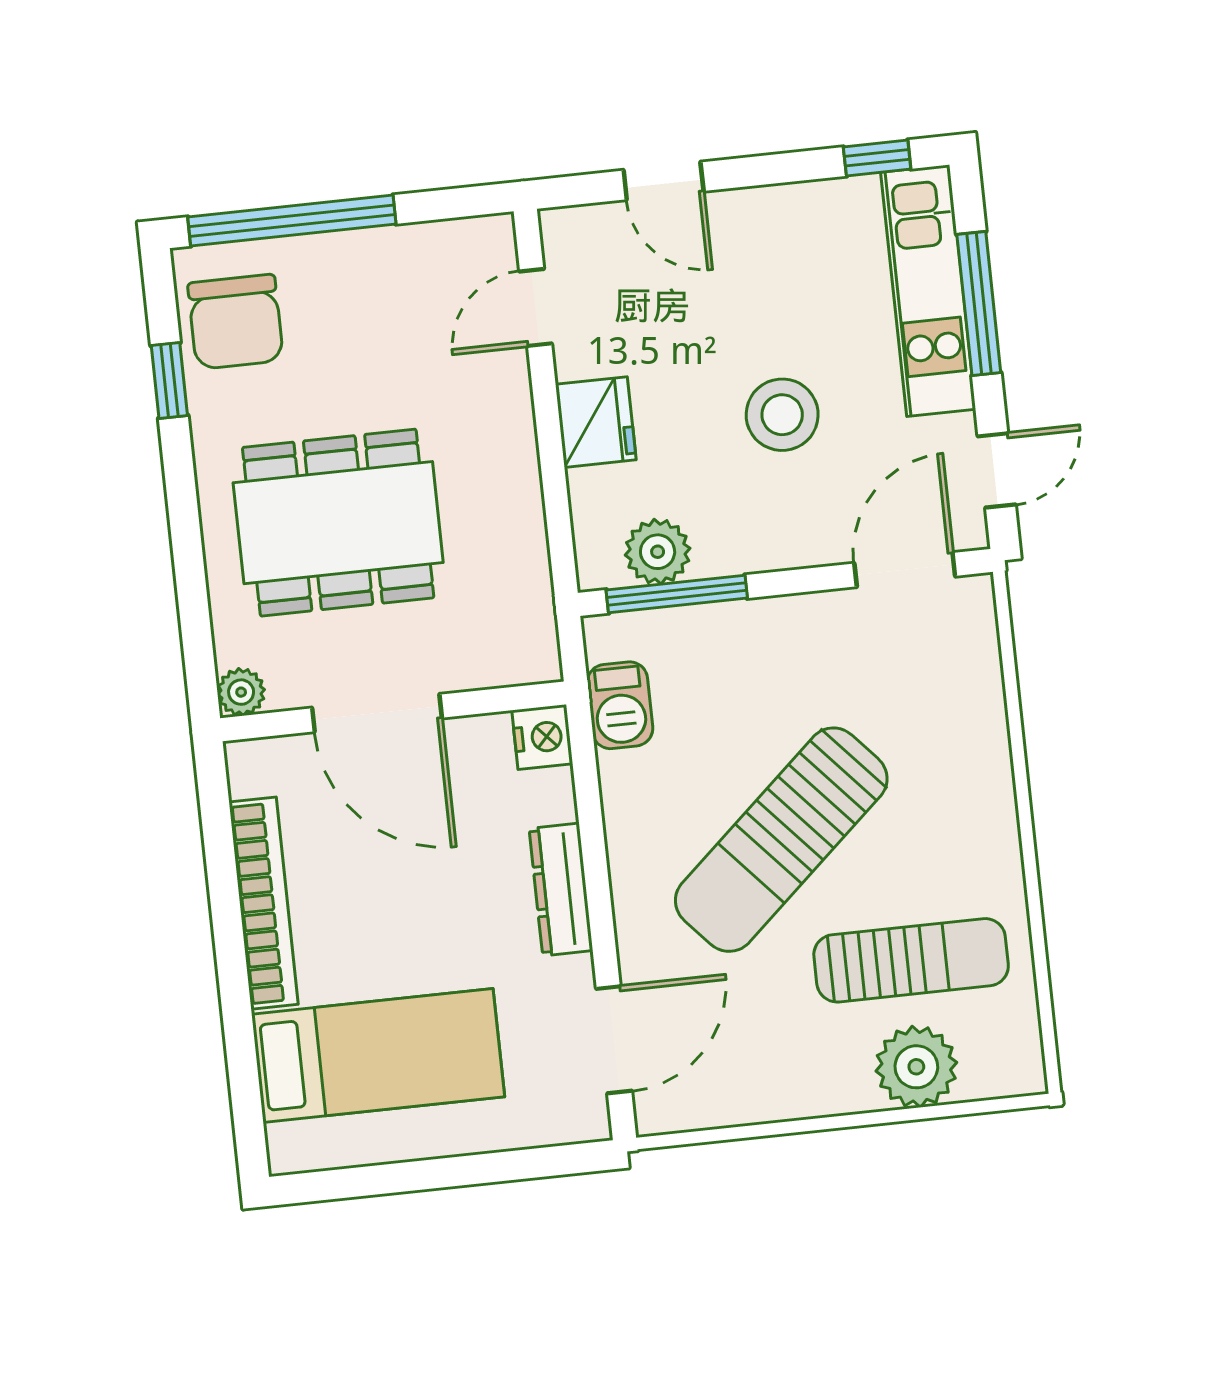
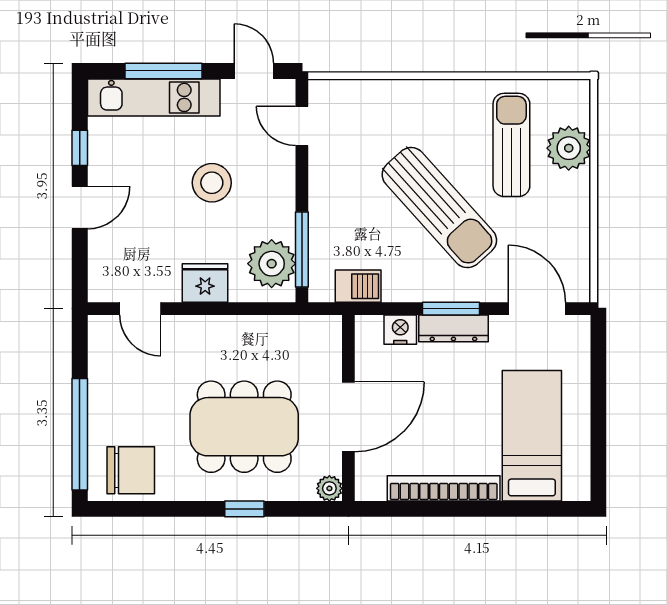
window: (877, 158) -> (80, 148), moved
door: (664, 181) -> (80, 208), moved
window: (169, 380) -> (244, 509), moved
dining table: (338, 523) -> (244, 427), turned 90
plant: (658, 552) -> (272, 264), width x1.36, depth x1.36
door: (905, 570) -> (302, 126), width x0.73
nightstand: (542, 737) -> (400, 330), moved
window: (597, 881) -> (451, 309), added

